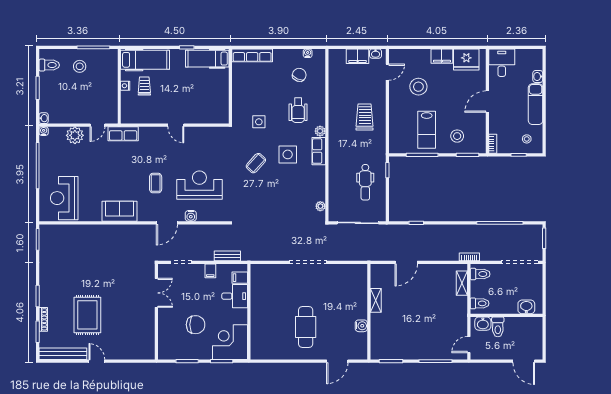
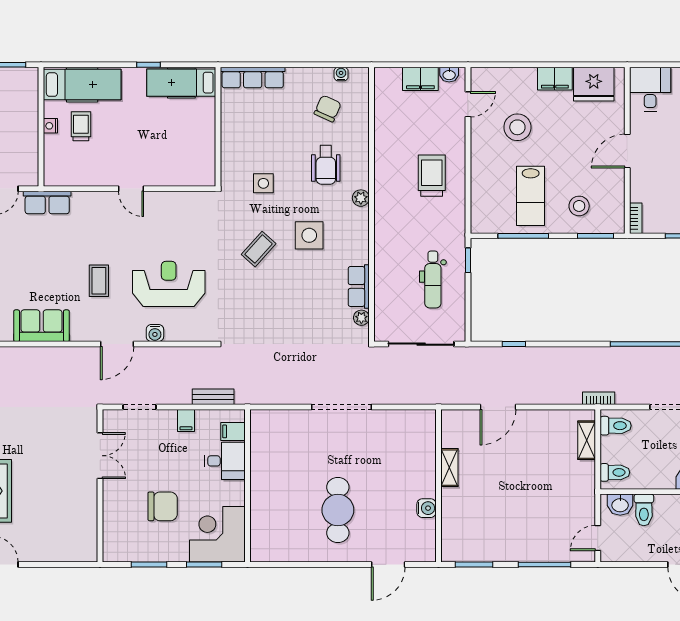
row of seats: (319, 151) -> (359, 286), moved

